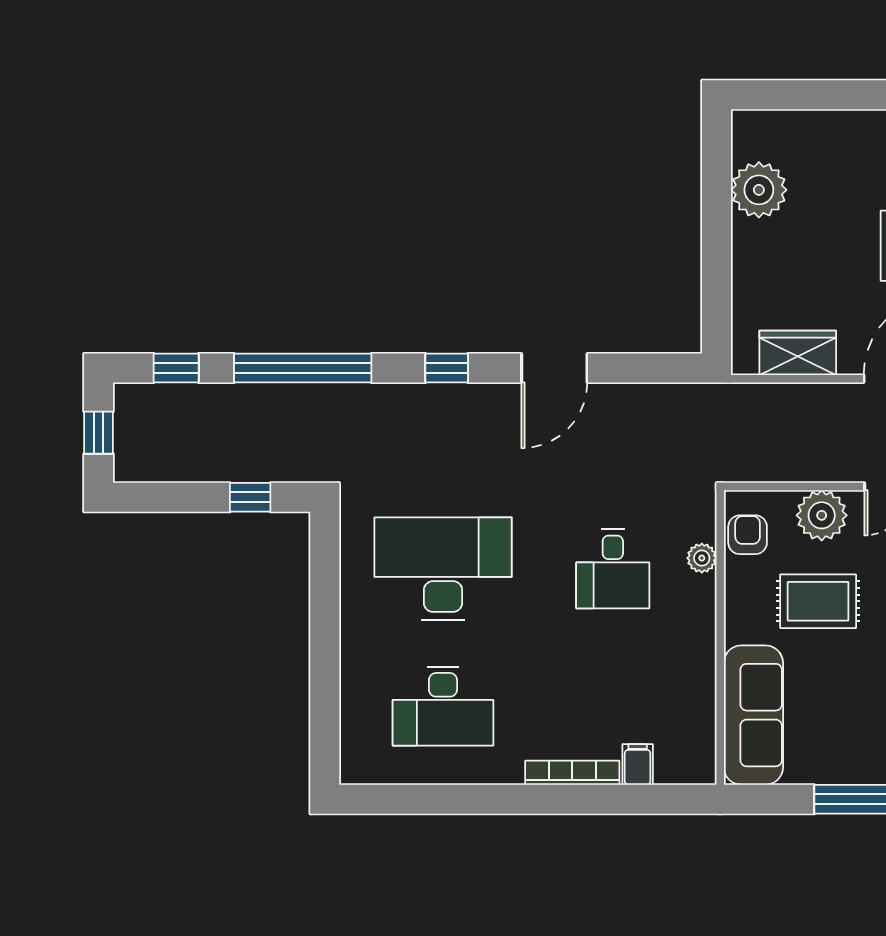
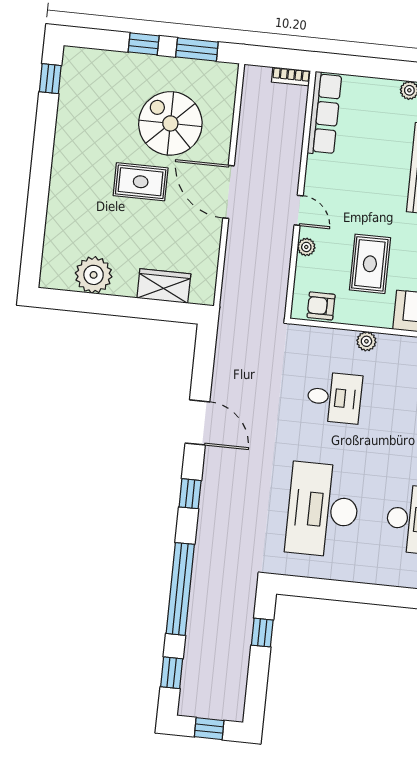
wardrobe: (798, 353) -> (164, 286), moved, turned 90
plant: (822, 515) -> (306, 247), width x0.53, depth x0.53
plant: (702, 558) -> (366, 341), moved

